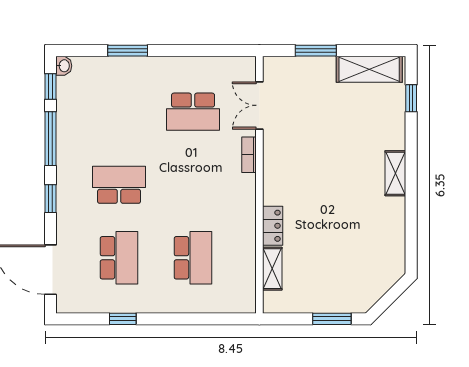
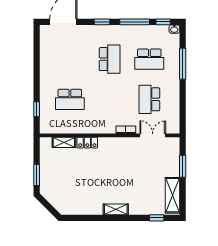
window: (128, 51) -> (183, 64), width x1.44
school desk: (119, 258) -> (149, 59), moved
window: (123, 319) -> (37, 109), moved

